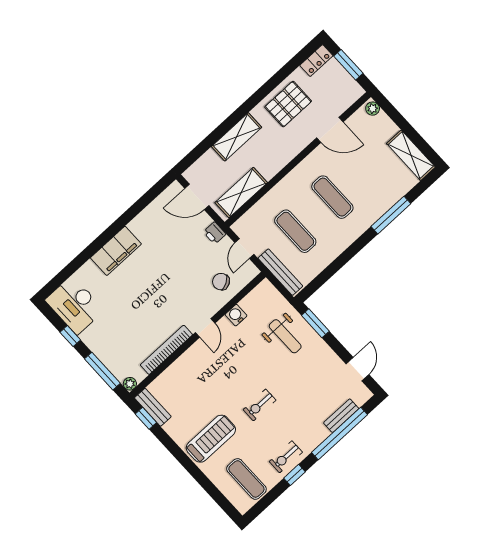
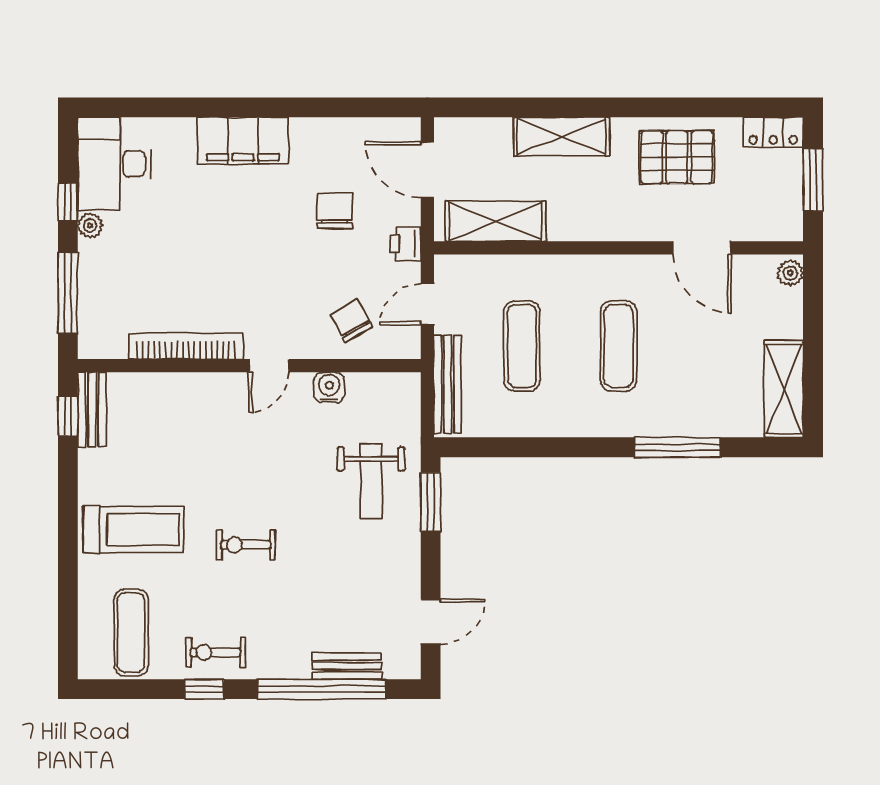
chair: (176, 245) -> (335, 211), added
plant: (130, 384) -> (90, 225), moved

